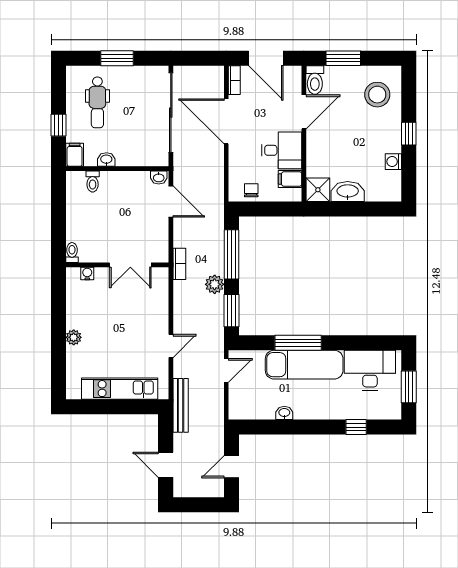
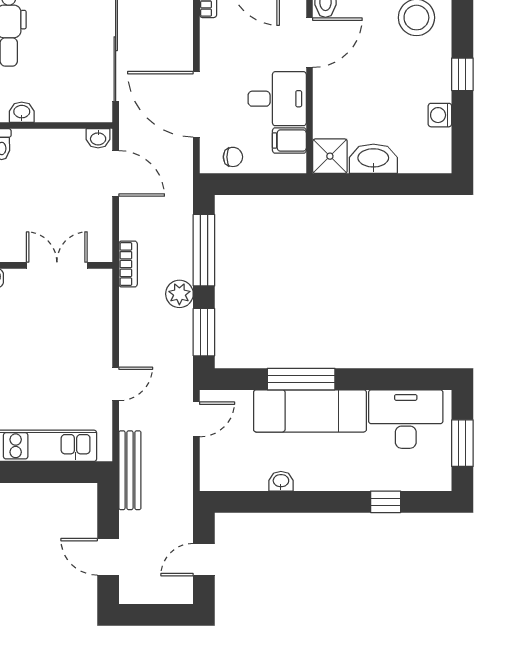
door: (226, 121) -> (196, 104), moved
chair: (251, 190) -> (233, 157), turned 90
double door: (130, 265) -> (57, 265), swing flipped

